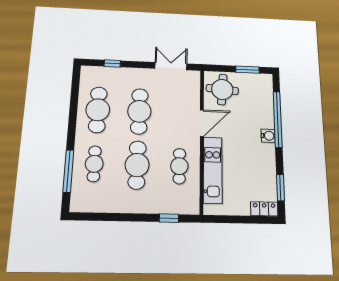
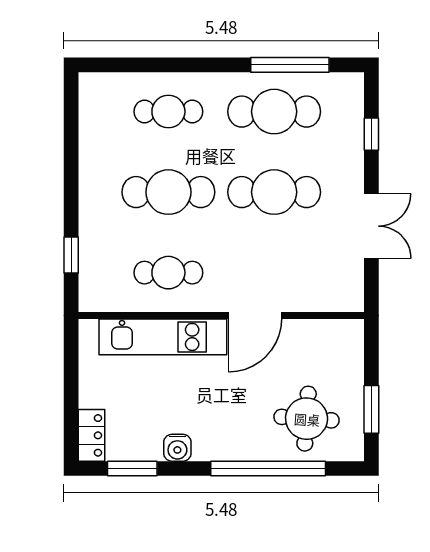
double door: (171, 66) -> (371, 226), moved
round table: (222, 89) -> (307, 419), moved
door: (202, 123) -> (255, 316), hinge flipped
water cooler: (268, 136) -> (177, 448), moved
window: (68, 171) -> (290, 65), moved

